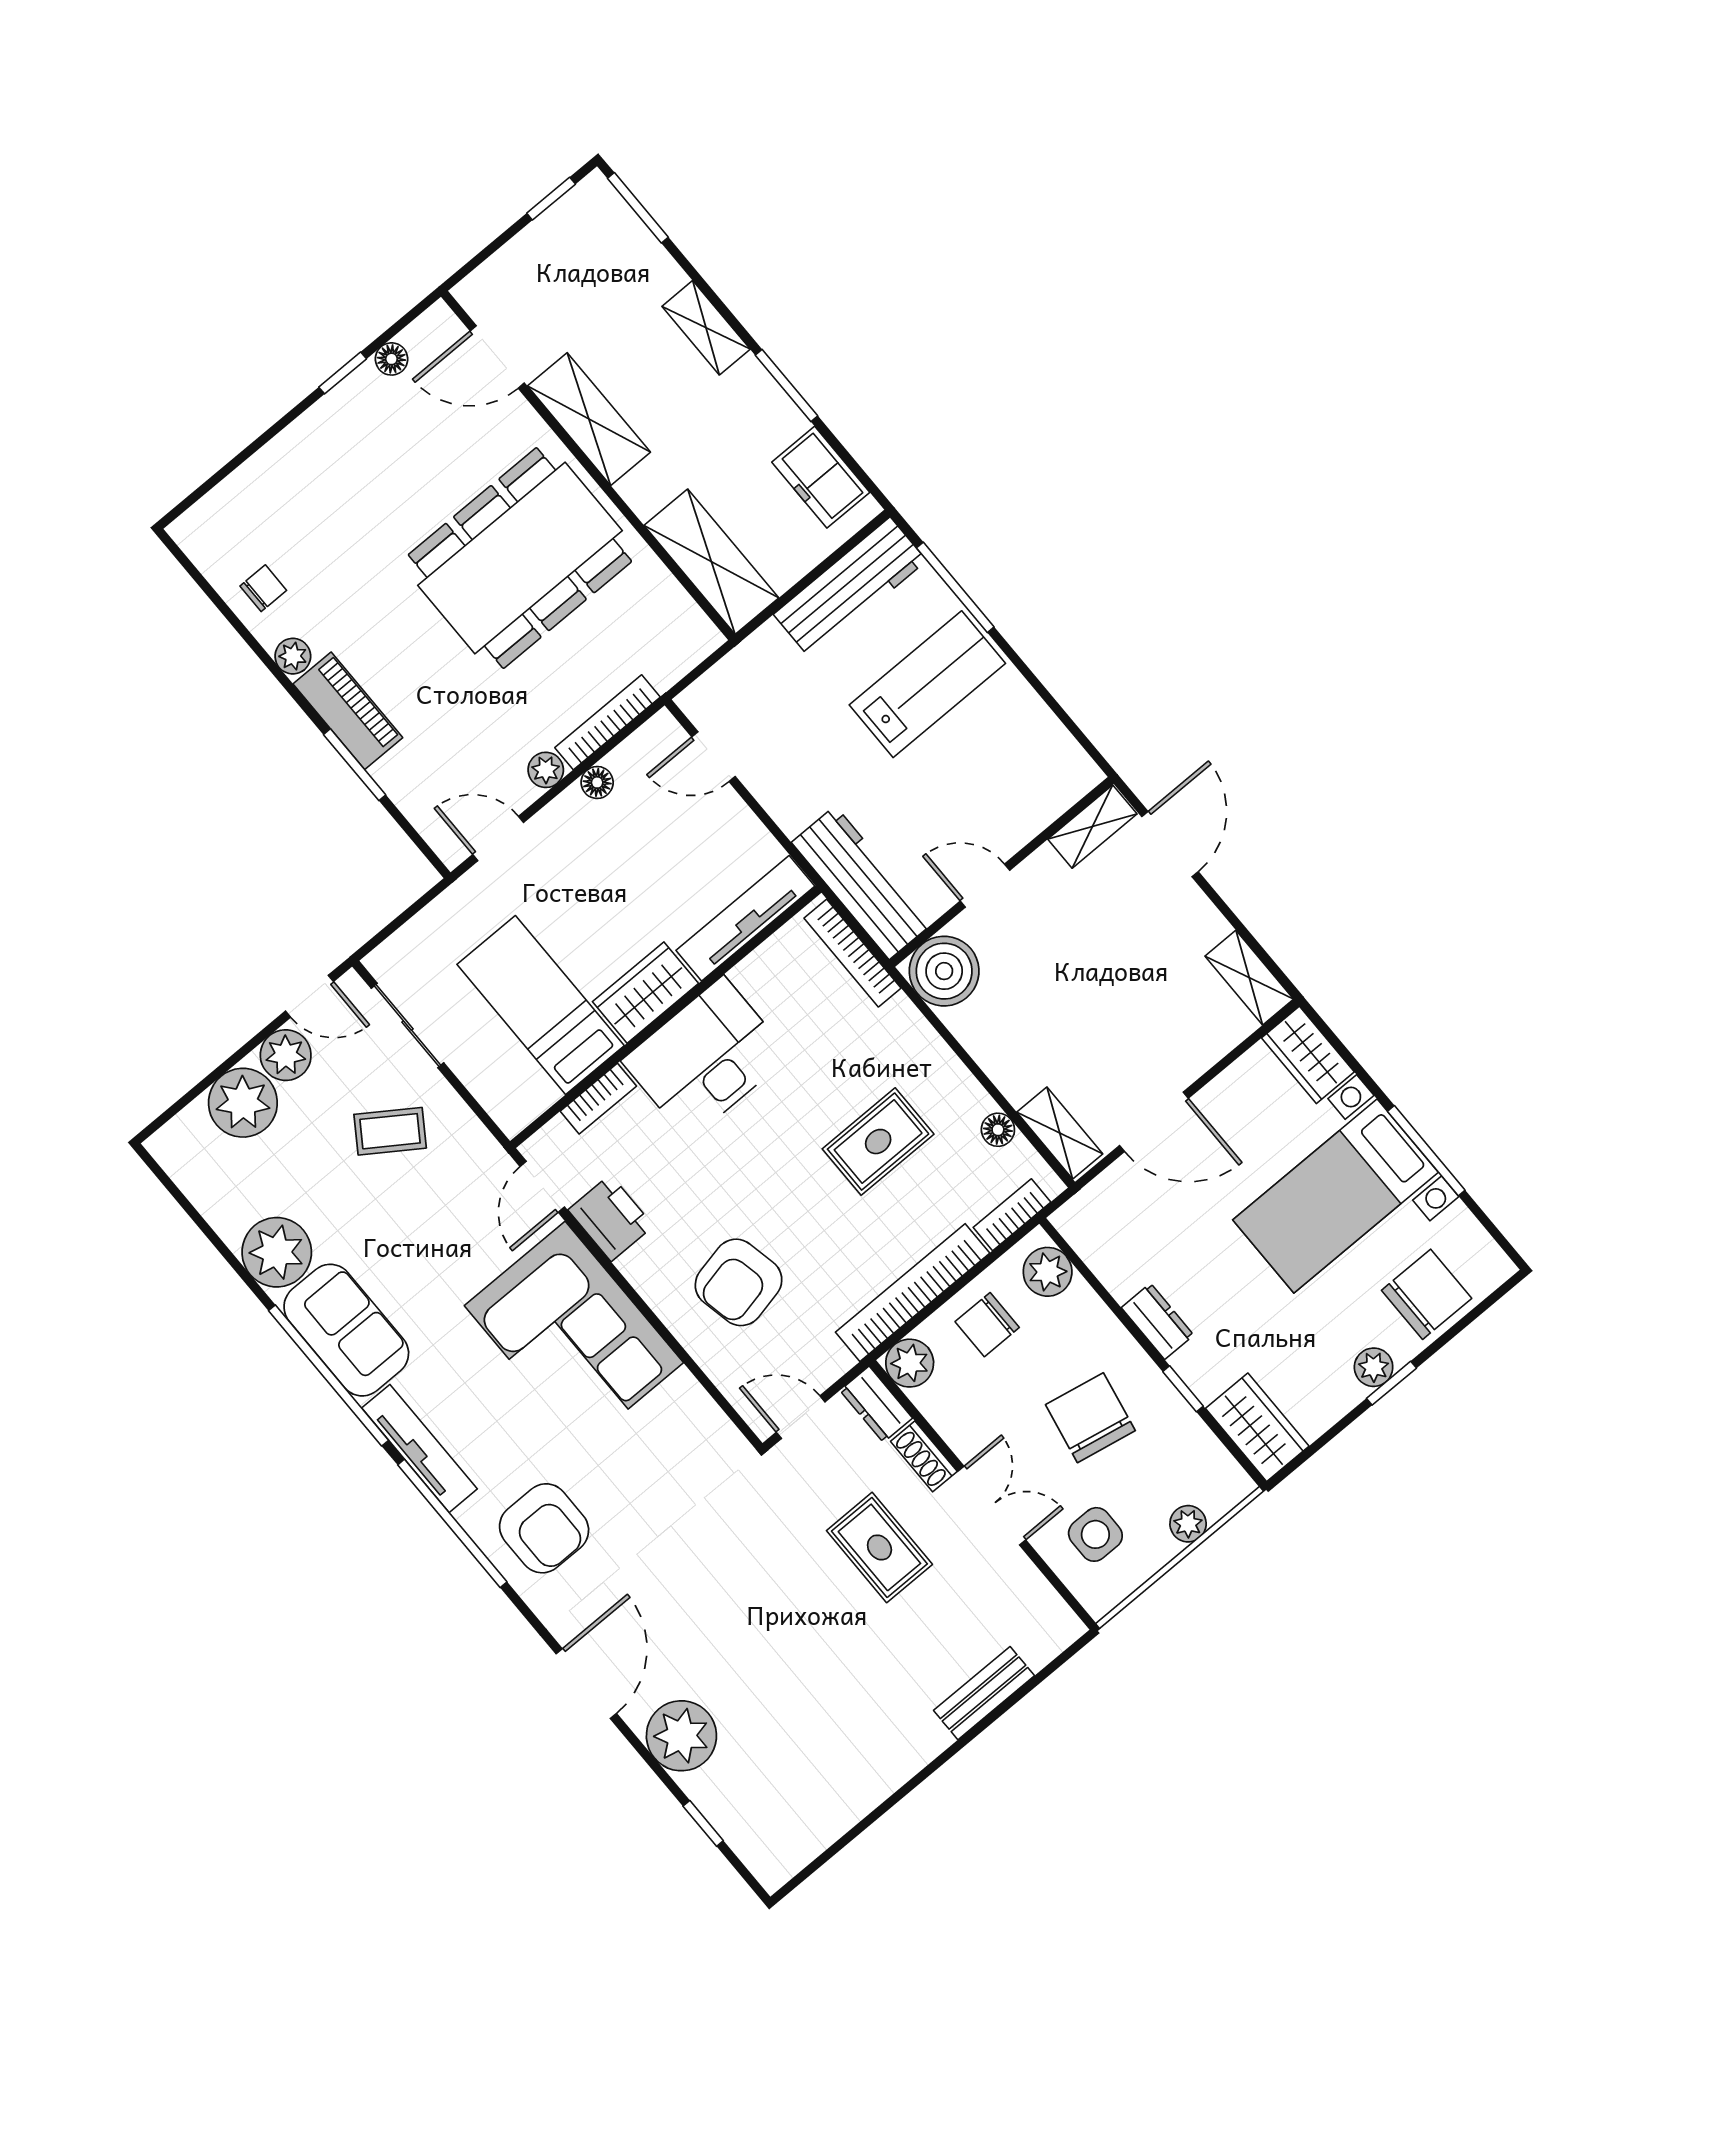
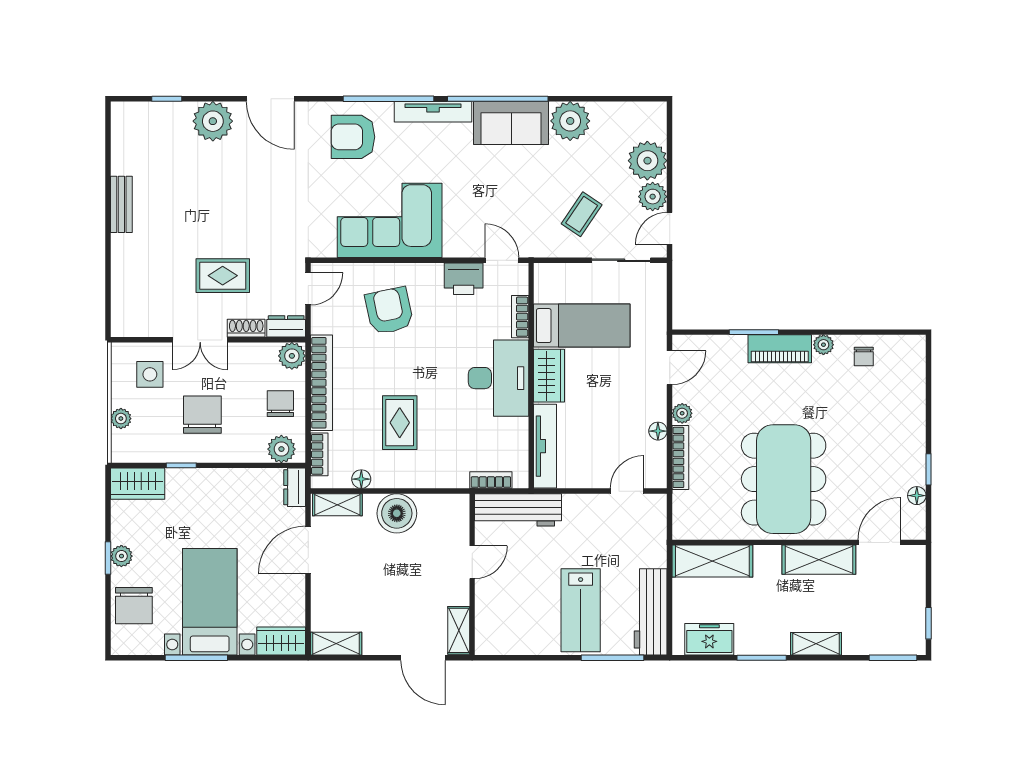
bookcase: (852, 953) -> (491, 480), width x0.64
boiler: (944, 971) -> (397, 513), moved
dresser: (1158, 1321) -> (295, 487), moved, turned 90
corner sofa: (574, 1334) -> (390, 220), moved
chair: (1090, 1418) -> (202, 415), turned -101
bench: (984, 1693) -> (121, 204), moved

